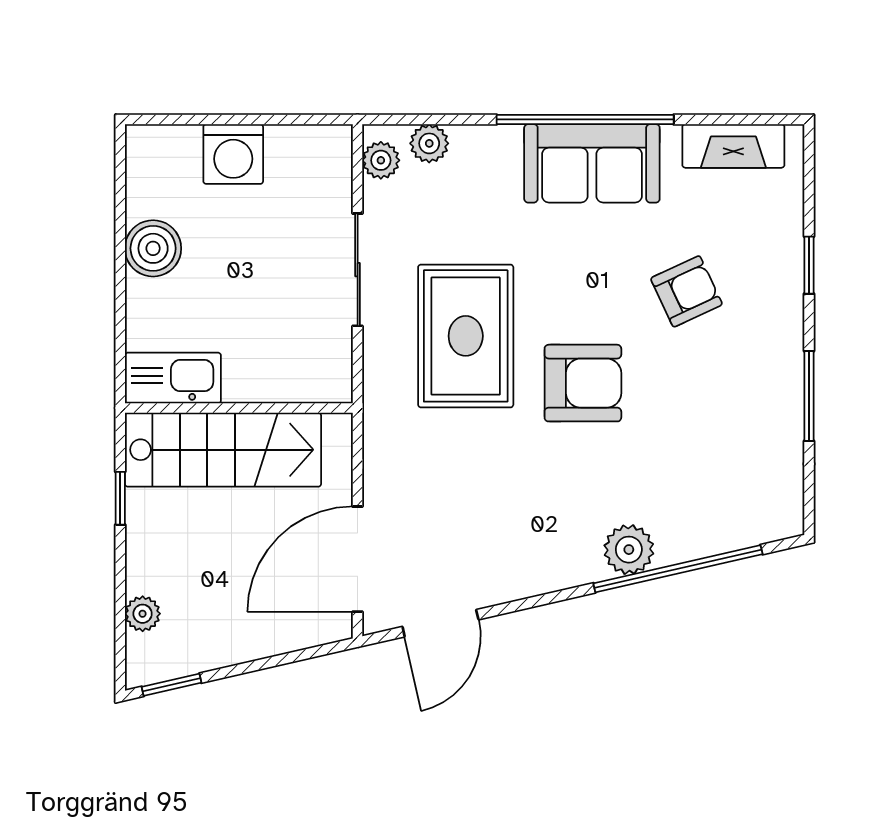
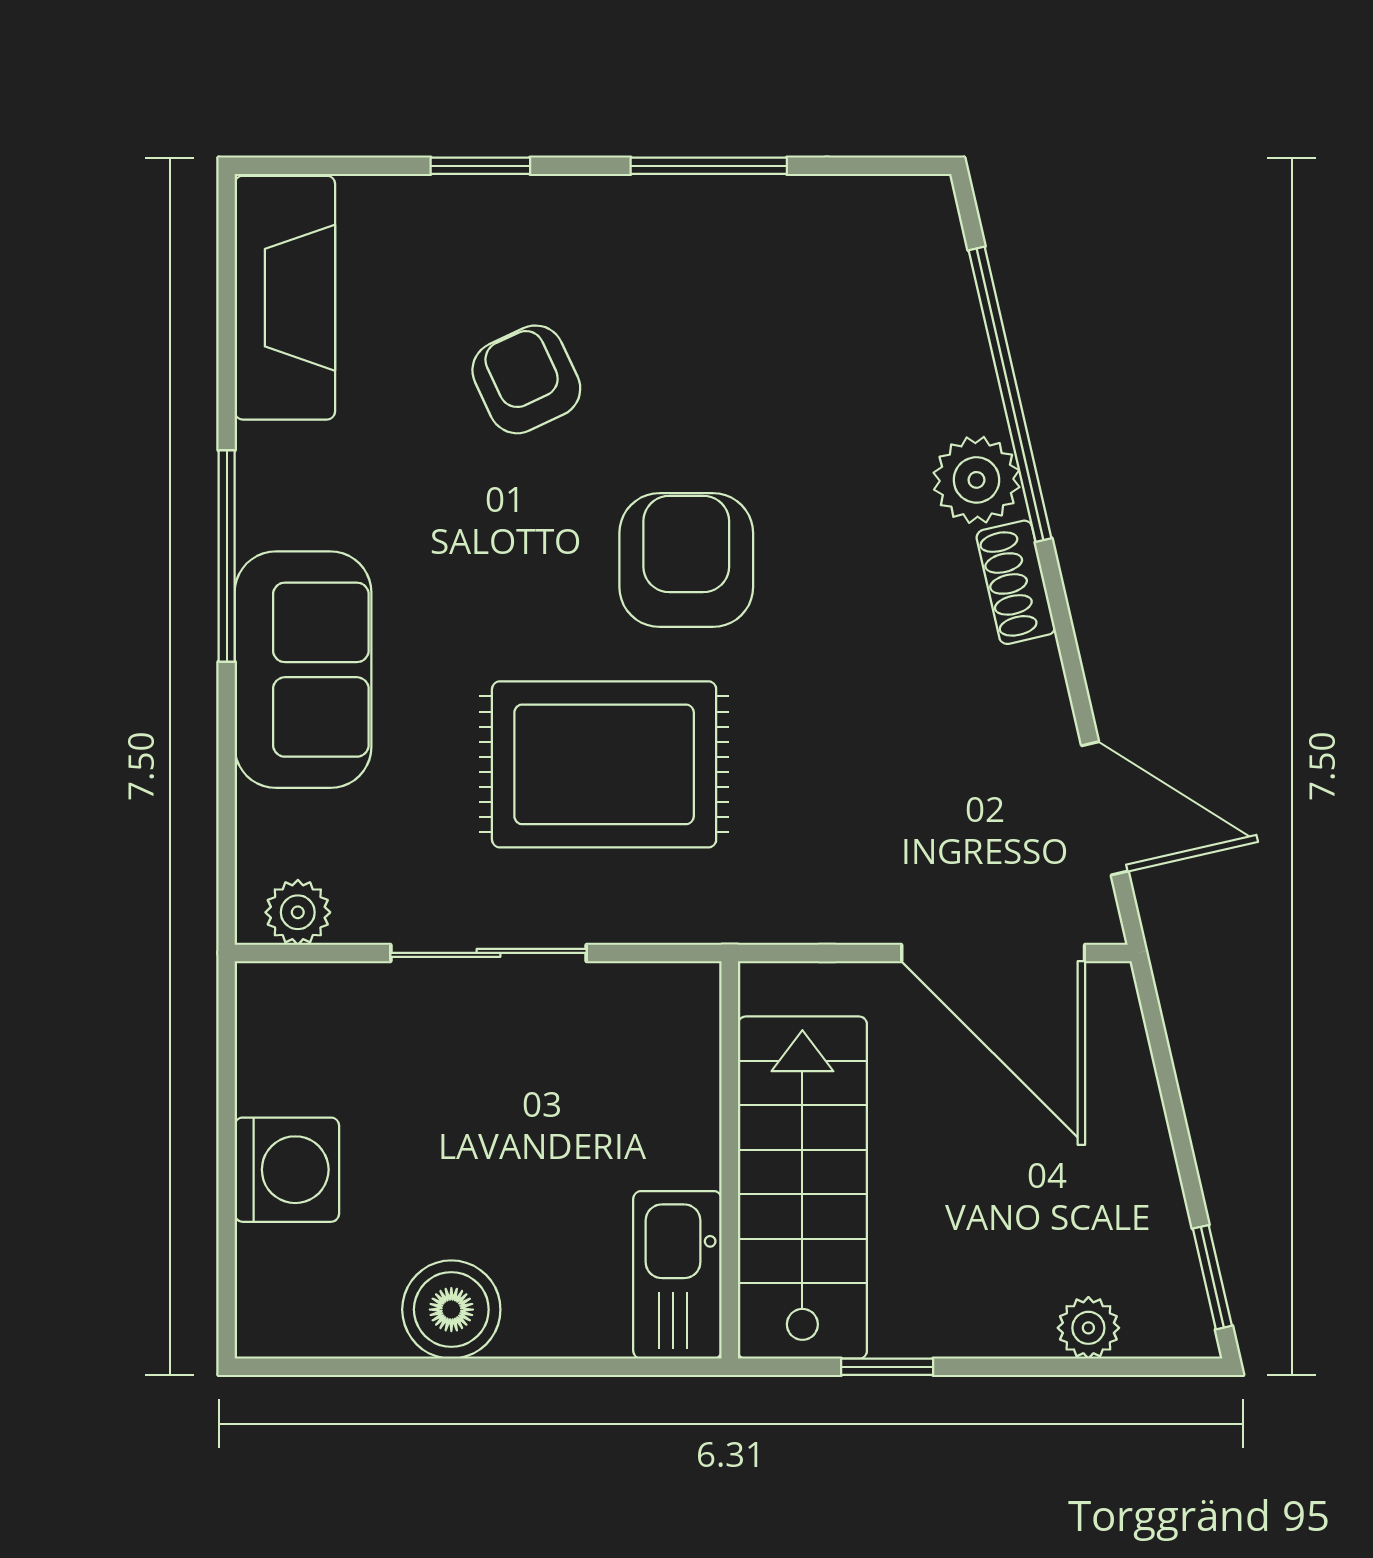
window: (585, 119) -> (227, 556), width x0.68
plant: (429, 143) -> (268, 828), removed
fireplace: (733, 146) -> (285, 298), width x1.37, depth x1.32
sofa: (592, 163) -> (303, 670), moved
shoe rack: (570, 572) -> (1016, 582), added

